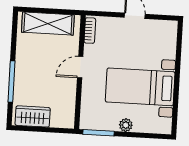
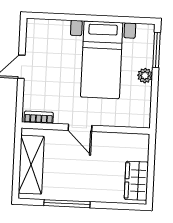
window: (12, 81) -> (67, 204), moved
window: (98, 133) -> (157, 50), moved

